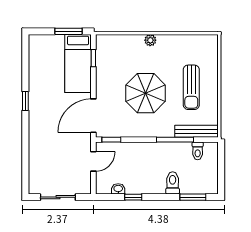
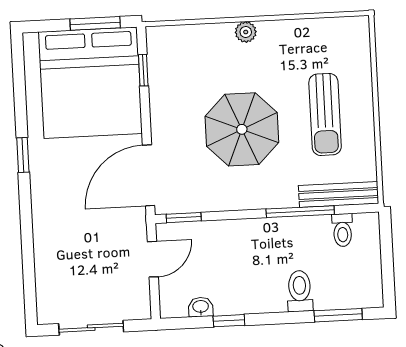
bed: (78, 64) -> (90, 83), width x2.04

